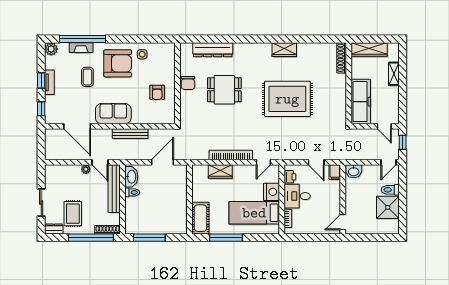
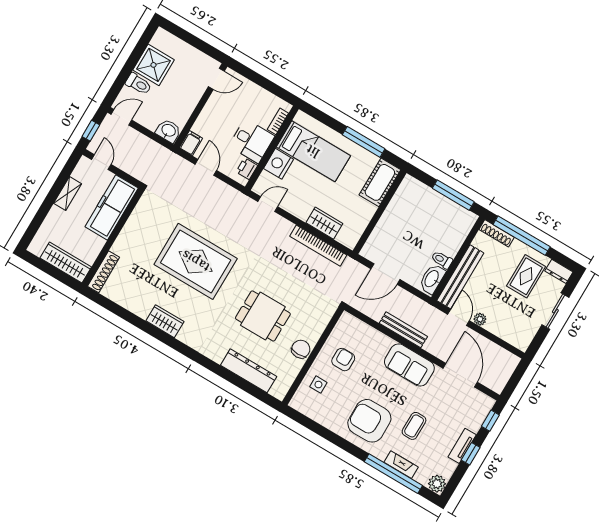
side table: (142, 54) -> (318, 385), moved
shelving: (394, 74) -> (68, 194), moved
bookcase: (231, 155) -> (318, 246), moved

